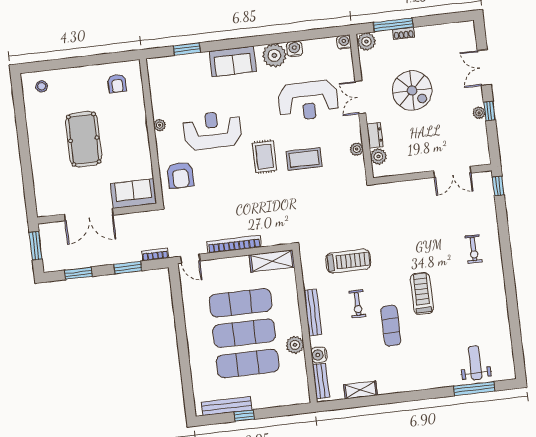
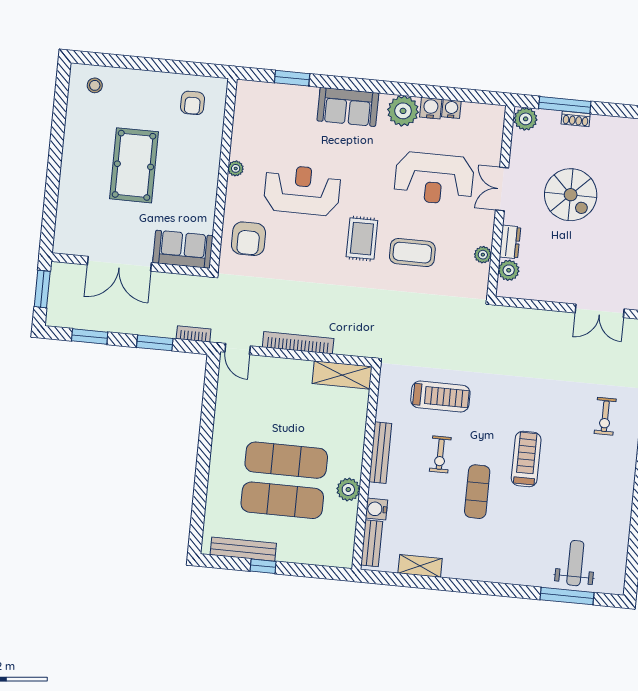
water cooler: (344, 42) -> (451, 109), moved
exercise mat: (241, 303) -> (290, 420), removed

